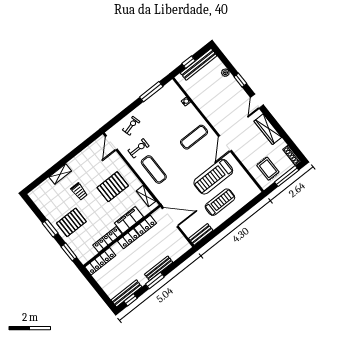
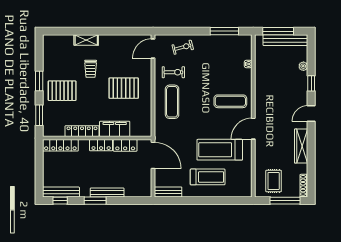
window: (189, 62) -> (278, 31), width x2.17
shelving: (146, 196) -> (146, 120), removed

